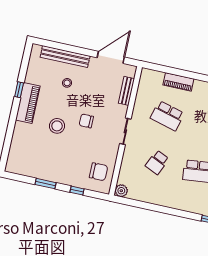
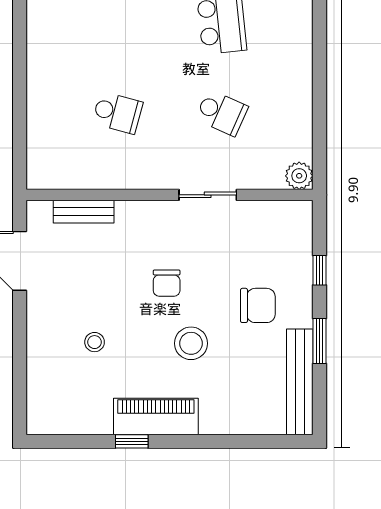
bench: (65, 57) -> (300, 382), moved
piano: (178, 82) -> (40, 105), removed
school desk: (167, 116) -> (117, 113), width x0.54
sliding door: (125, 131) -> (208, 195), moved
chair: (99, 172) -> (258, 305), moved, turned 90

